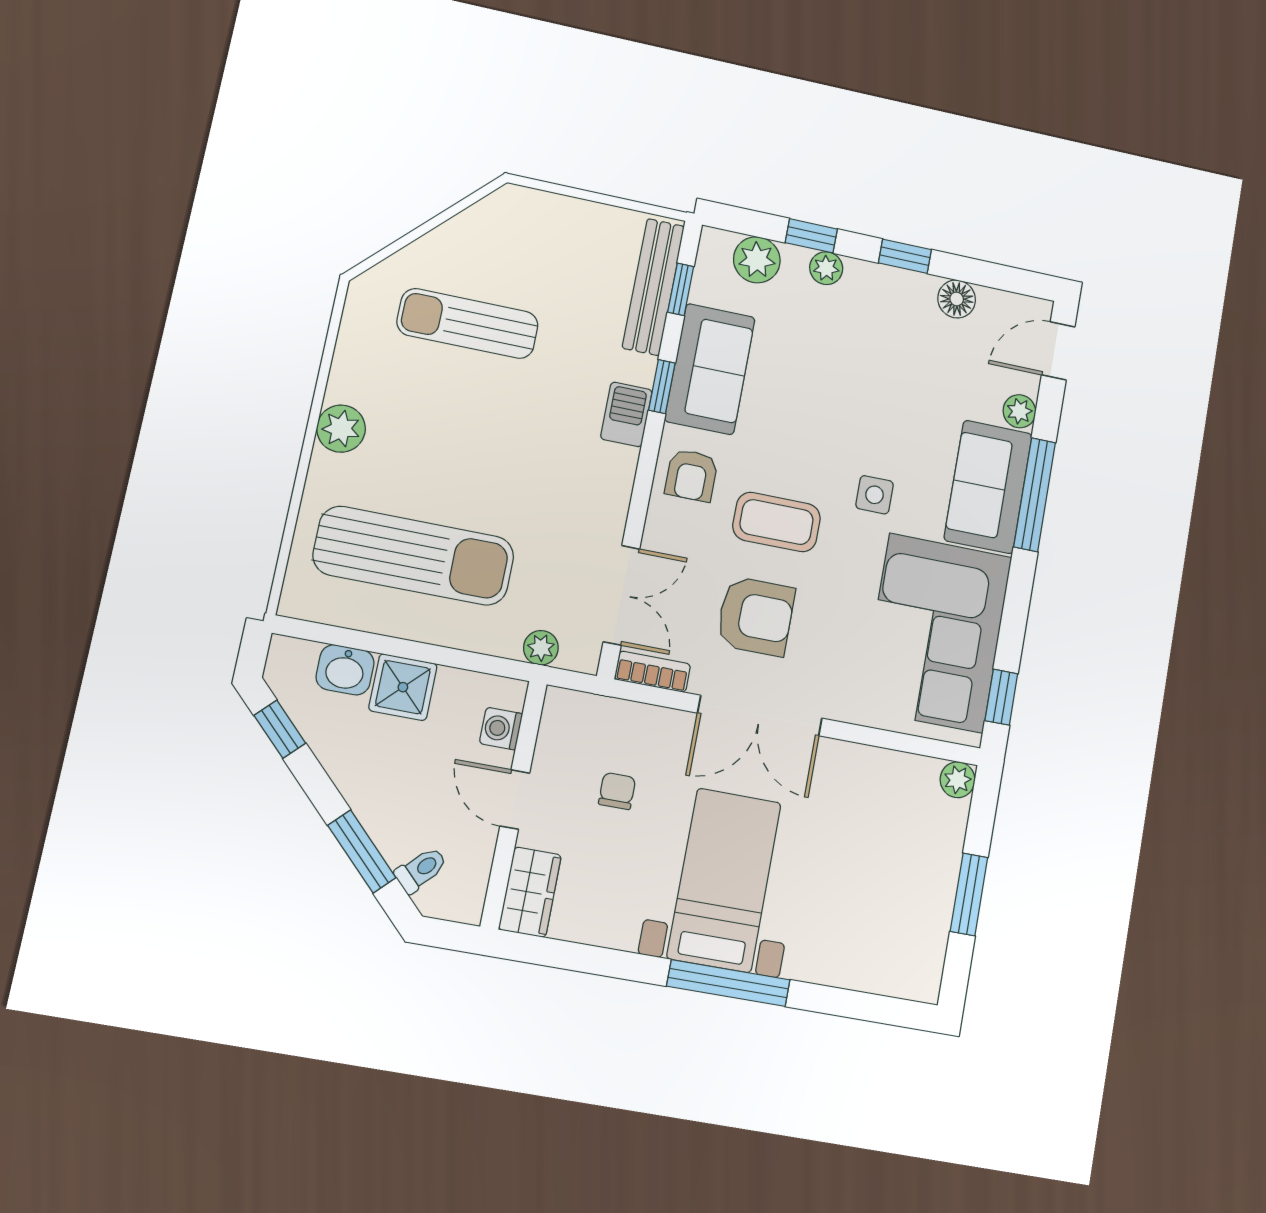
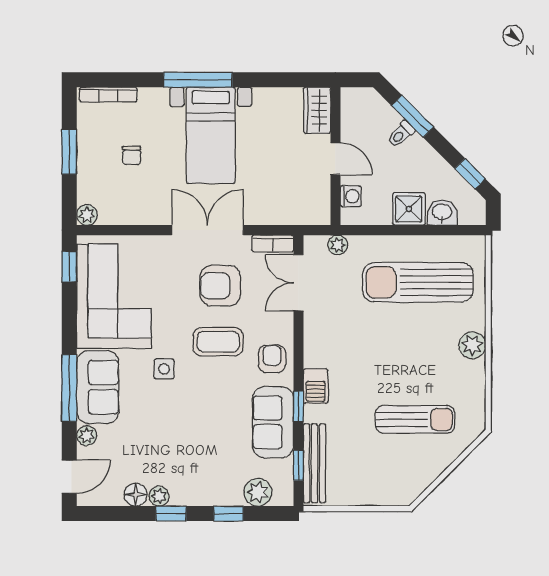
plant: (826, 268) -> (159, 496), moved
chair: (617, 791) -> (132, 155), moved
toilet: (421, 870) -> (401, 134), moved
bookcase: (887, 983) -> (108, 95), added

